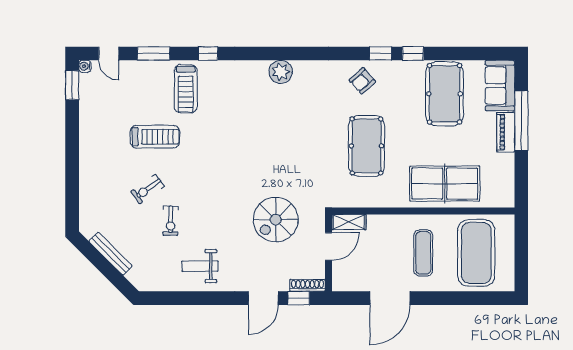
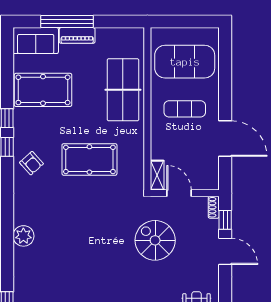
spiral stairs: (276, 220) -> (155, 240), turned 180
shoe rack: (307, 285) -> (214, 207), width x0.70

